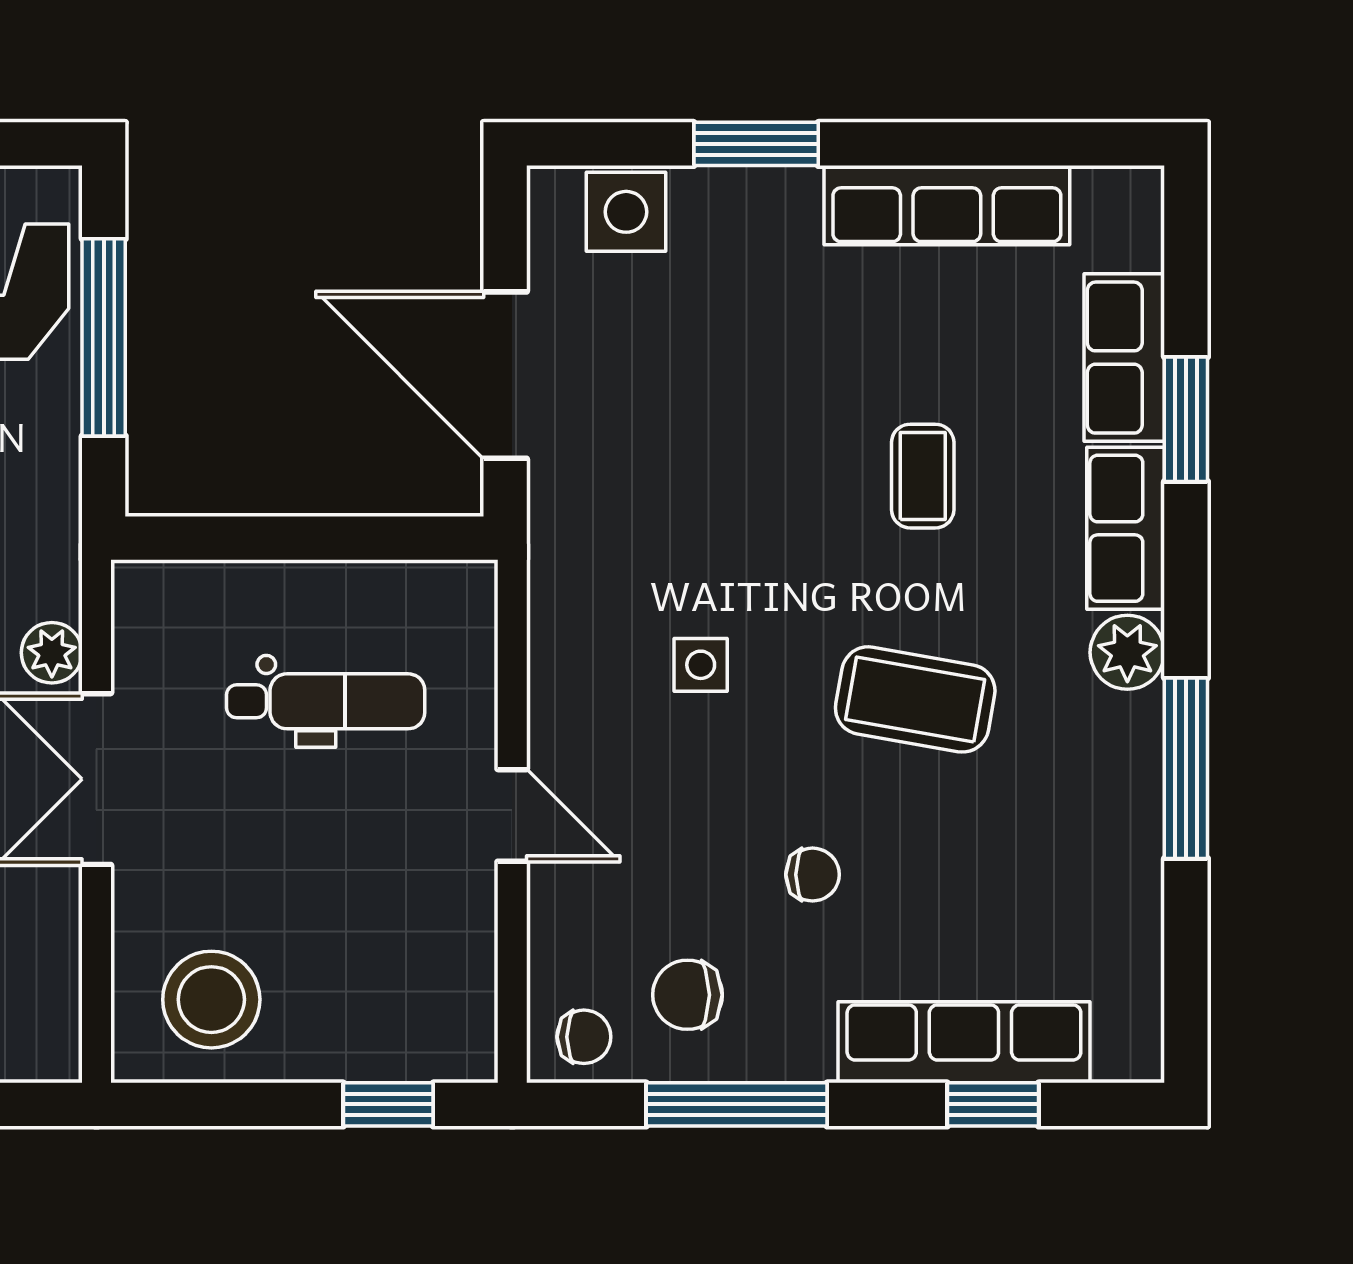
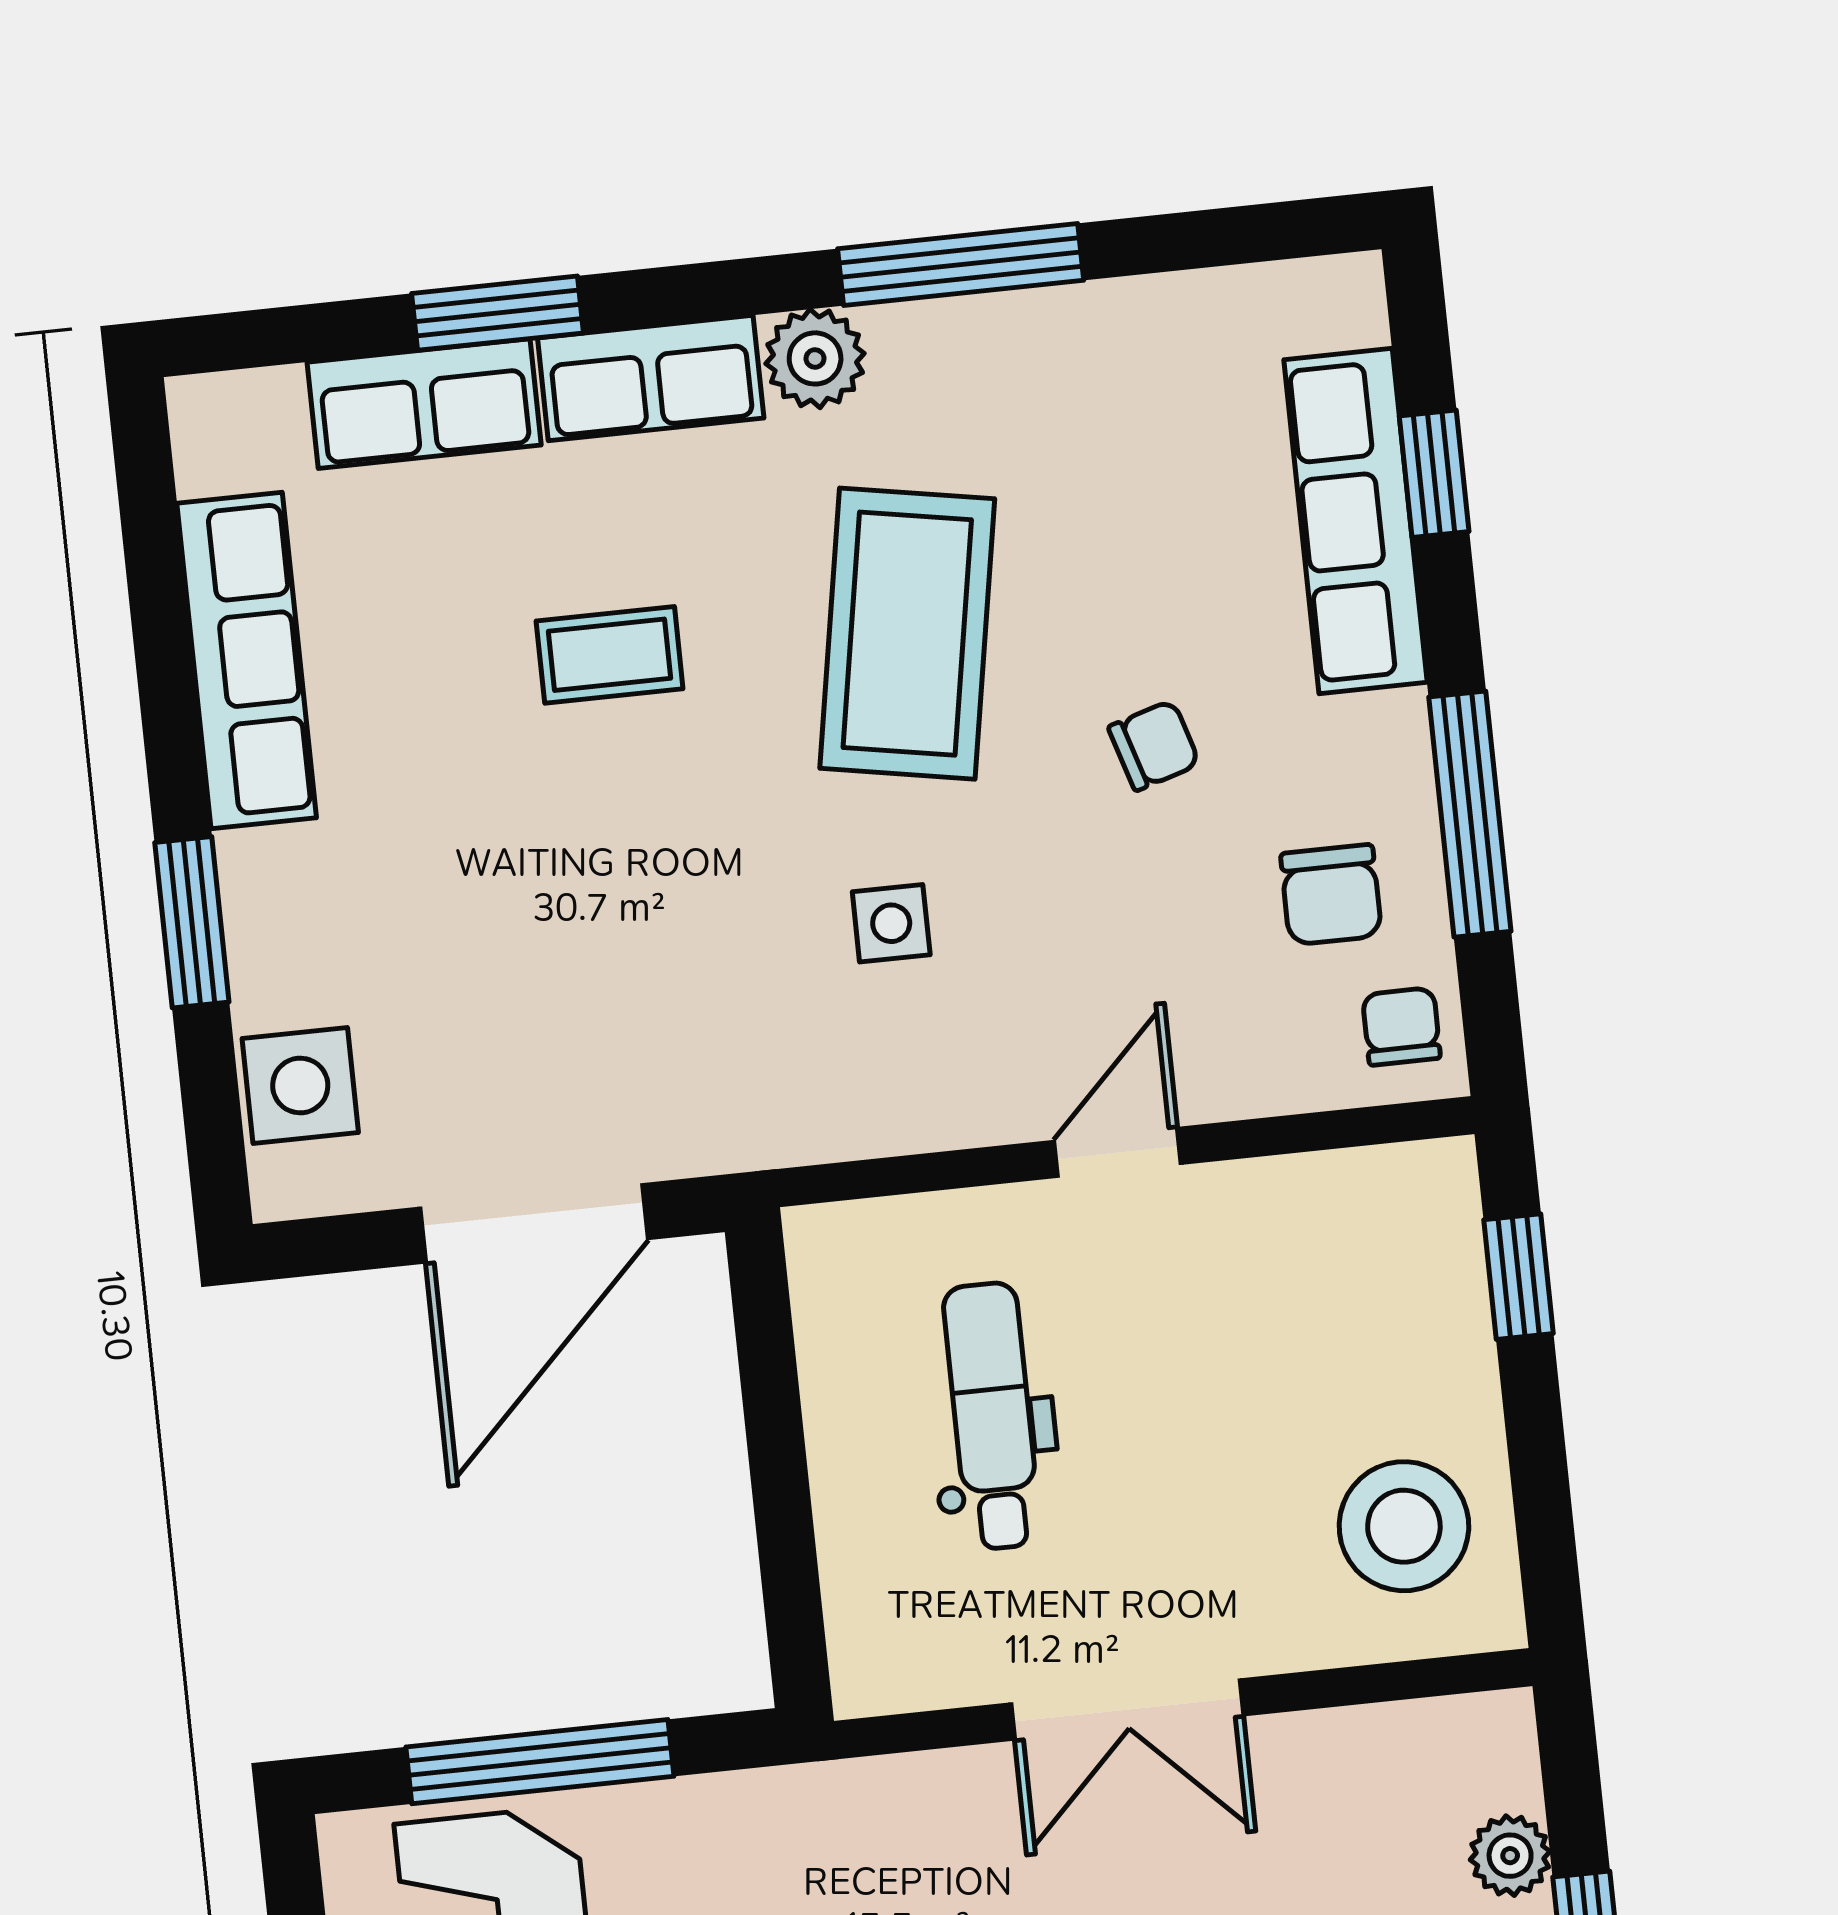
plant: (52, 653) -> (966, 1786), removed
coffee table: (915, 699) -> (907, 634), width x1.36, depth x1.32
chair: (813, 875) -> (1154, 745), turned 73

